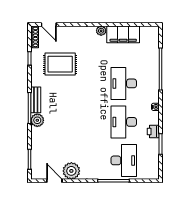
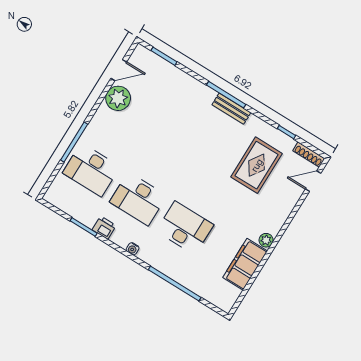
plant: (37, 120) -> (205, 95), removed
desk: (124, 122) -> (138, 199), turned 180

